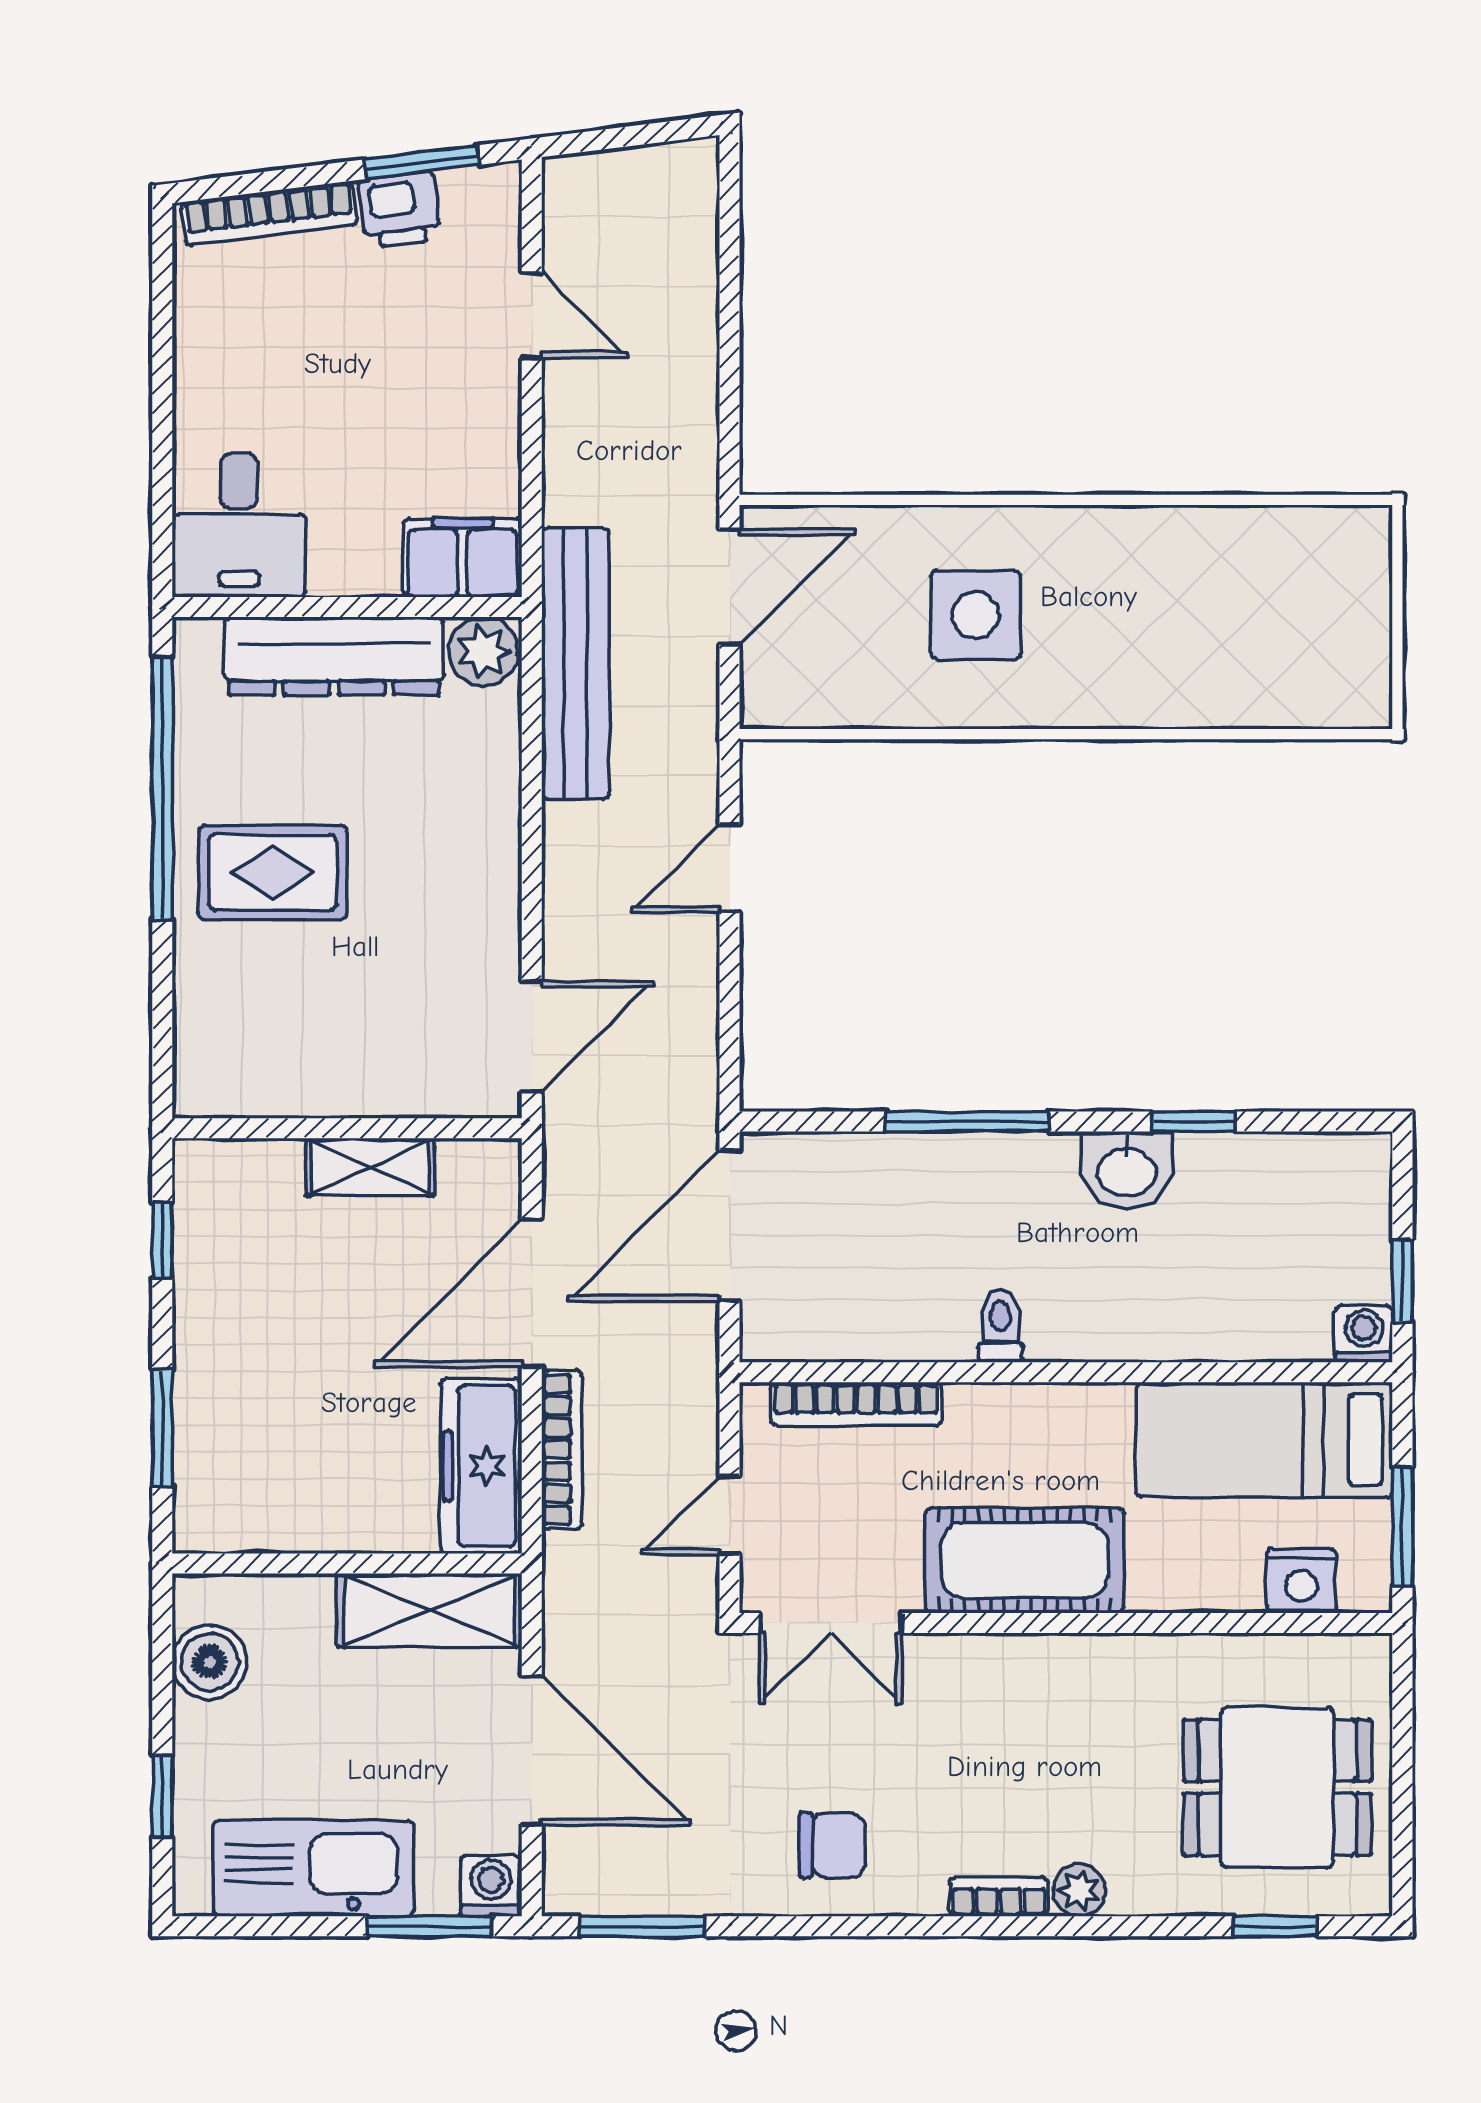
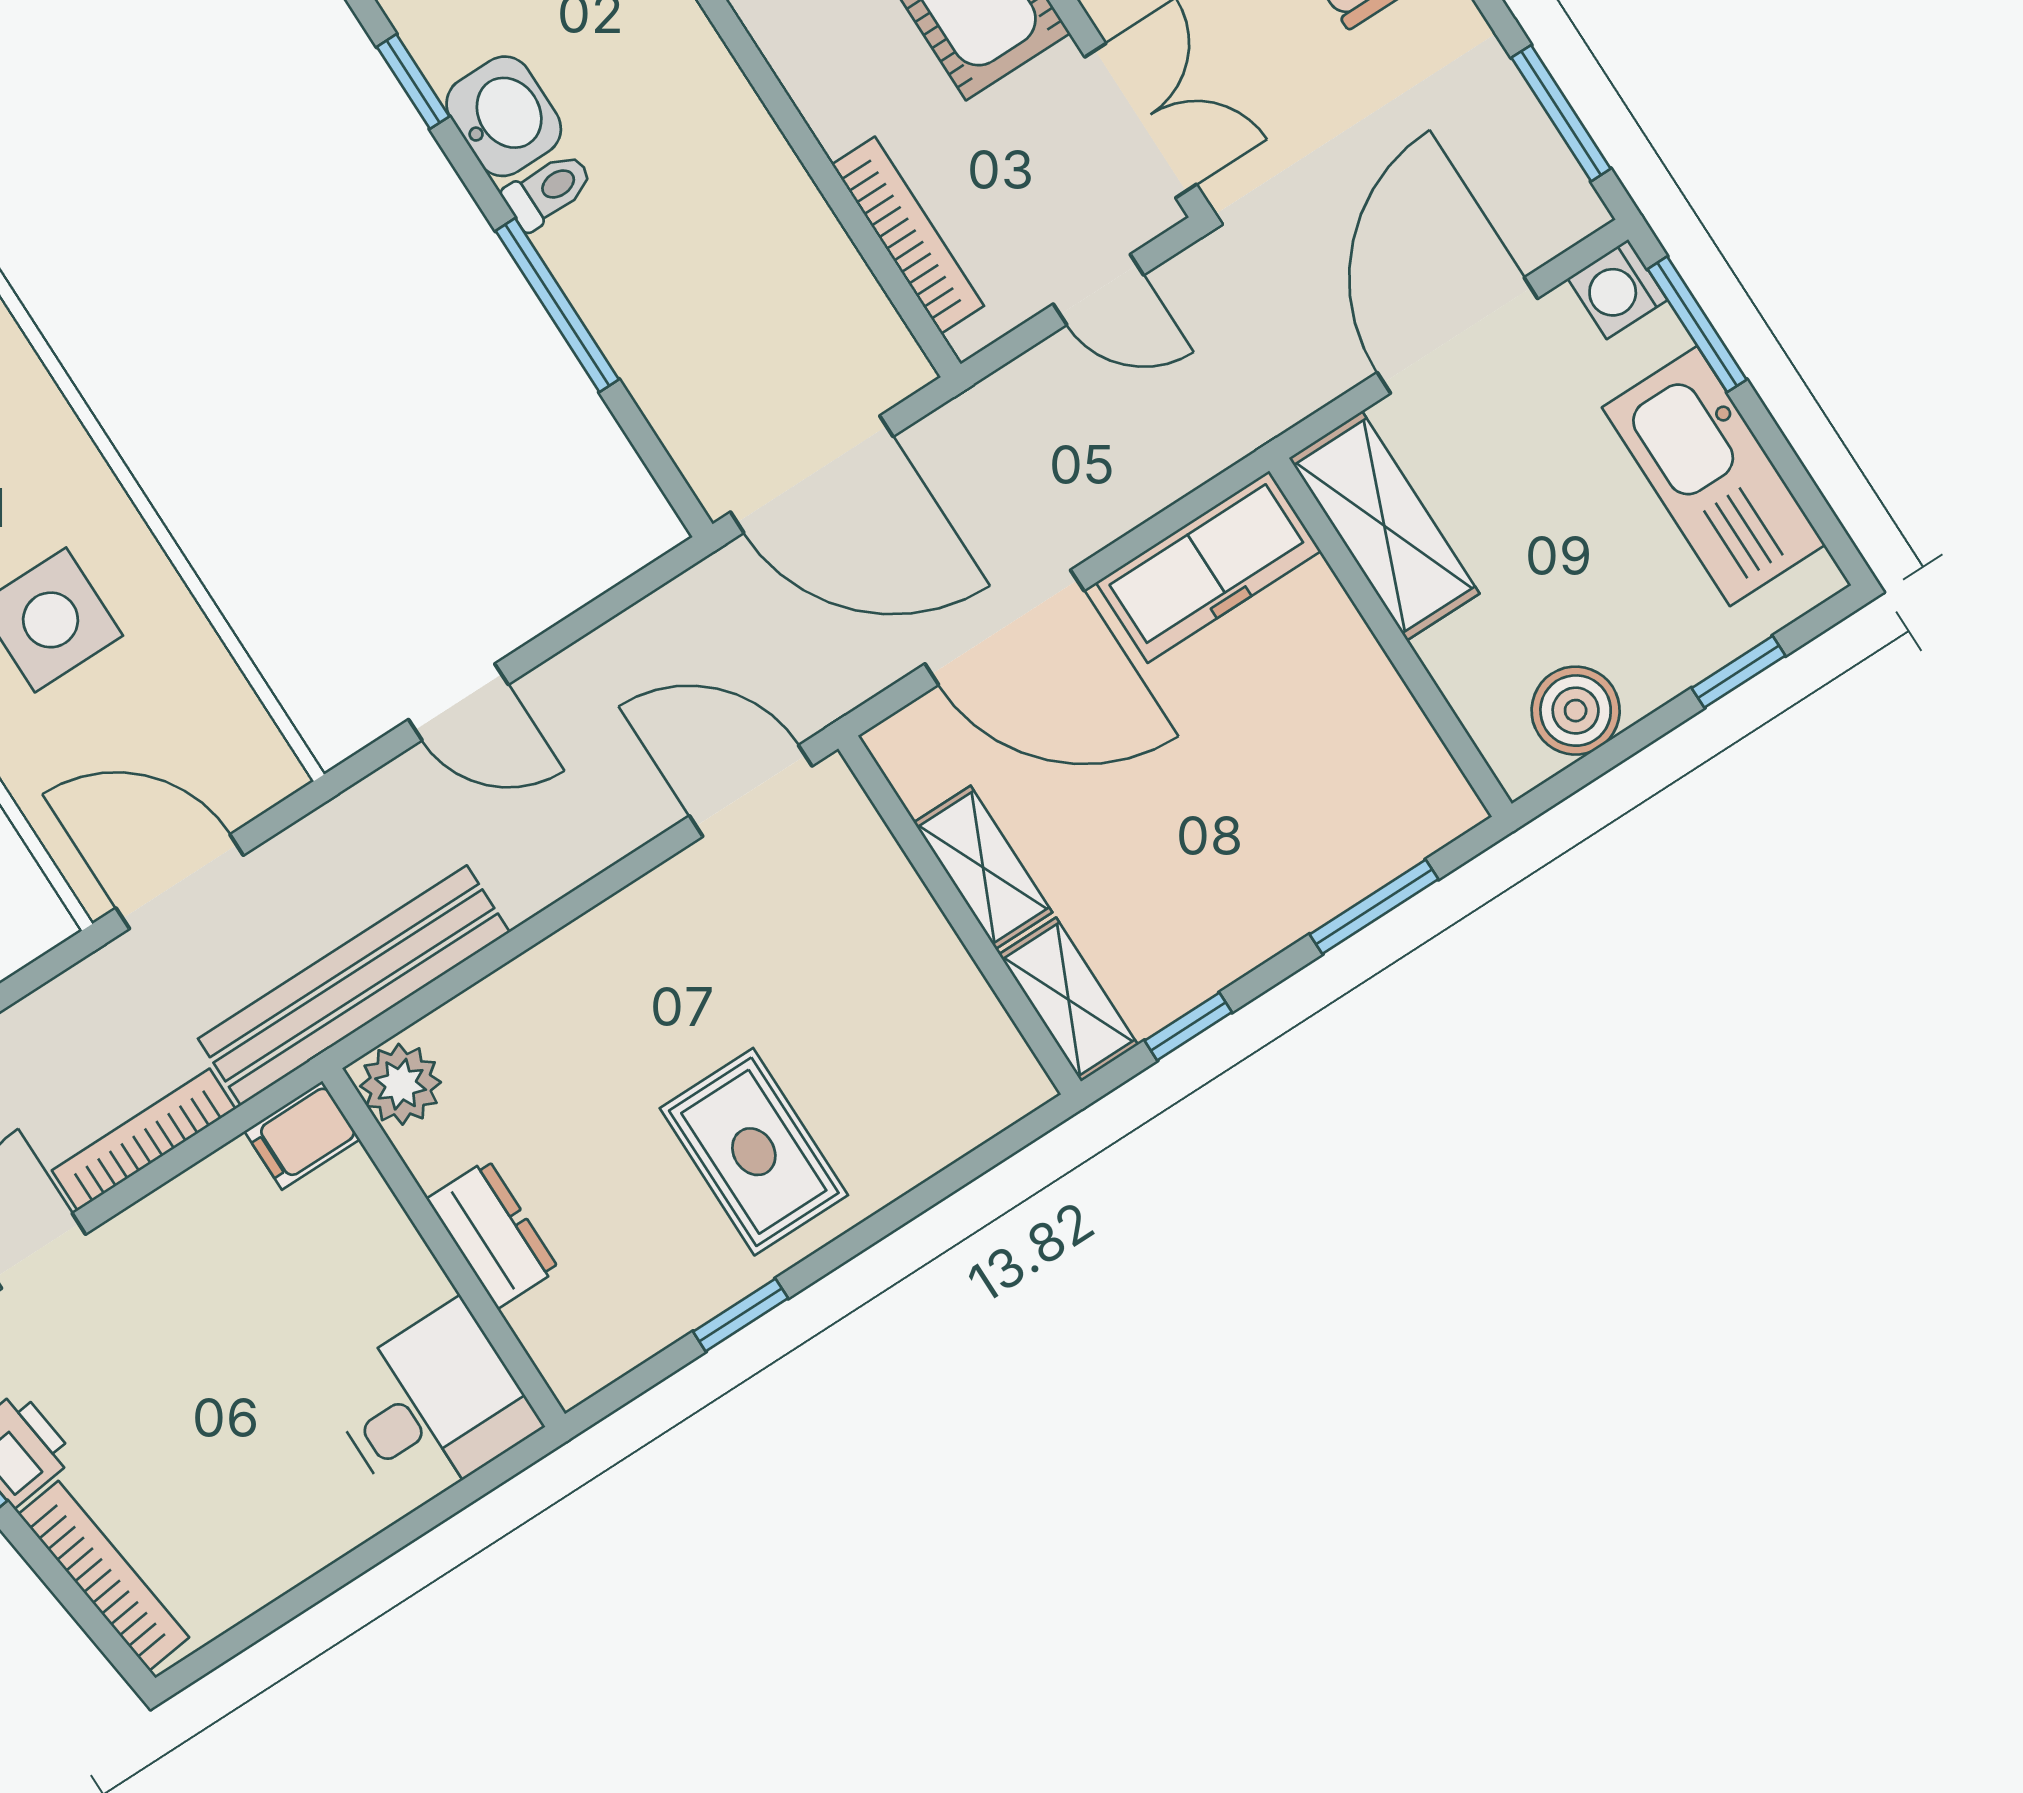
filing cabinet: (462, 558) -> (302, 1135), width x0.50
dresser: (334, 656) -> (493, 1234), width x0.51, depth x0.80
window: (162, 788) -> (741, 1315), width x0.32
shelving: (237, 1167) -> (1068, 1000), added
toilet: (1000, 1326) -> (548, 191), moved, turned 180
bookcase: (562, 1449) -> (144, 1140), moved

